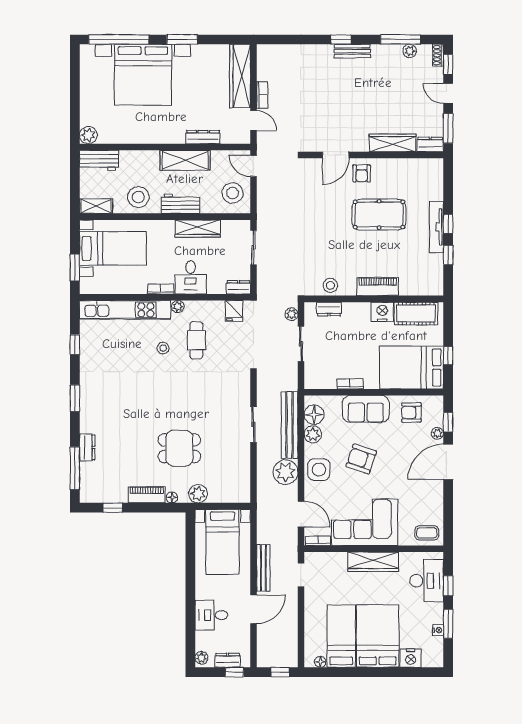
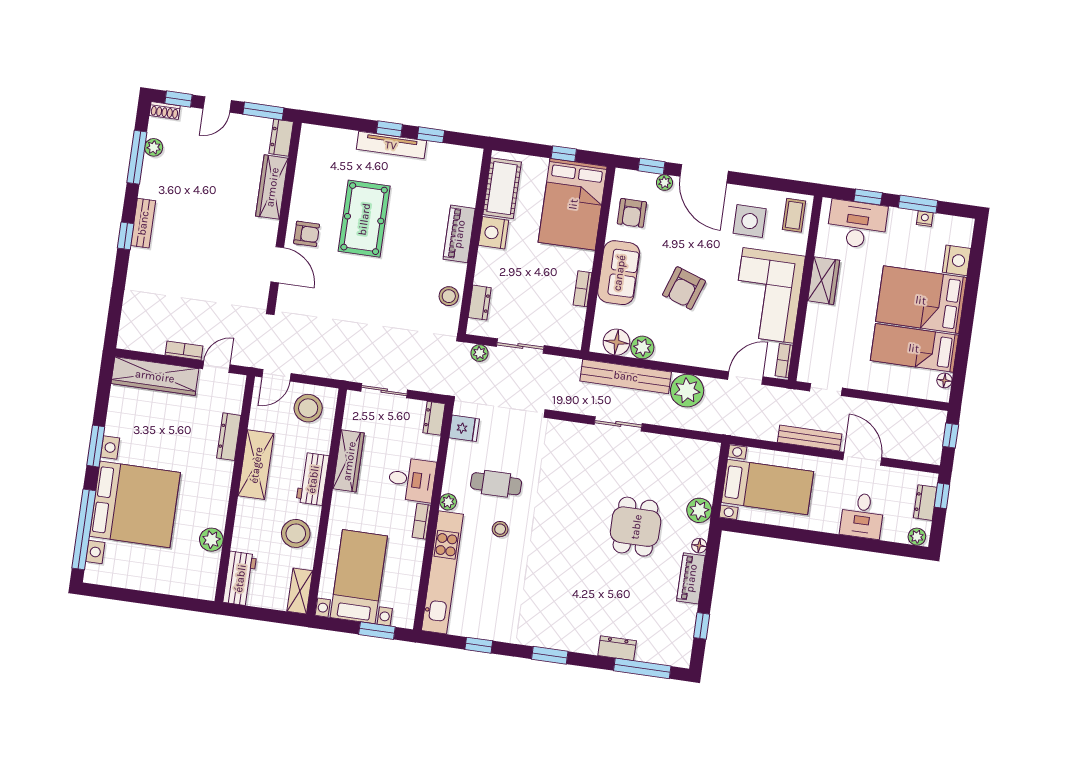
plant: (88, 135) -> (211, 540), moved
side table: (319, 470) -> (750, 221), moved
wardrobe: (373, 562) -> (824, 281), width x0.67

